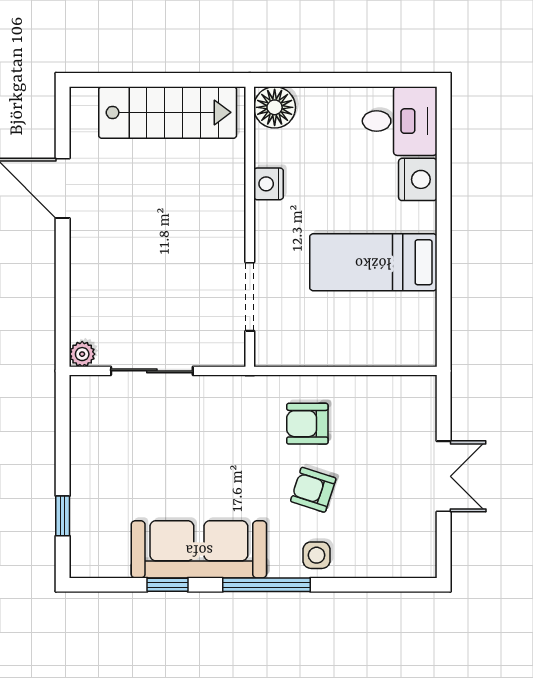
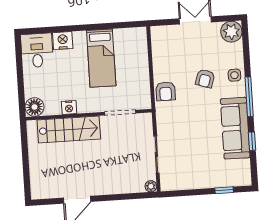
stairs: (168, 112) -> (69, 129), moved, turned 90
armchair: (307, 424) -> (166, 91), moved
plant: (413, 555) -> (231, 32), added

